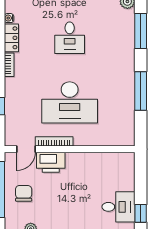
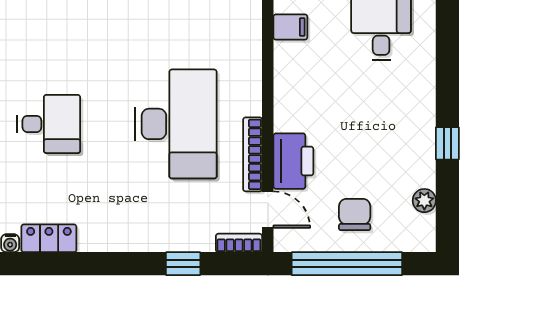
bookcase: (9, 65) -> (239, 243), moved
filing cabinet: (119, 161) -> (290, 27), added
chair: (24, 193) -> (355, 214), turned 90

